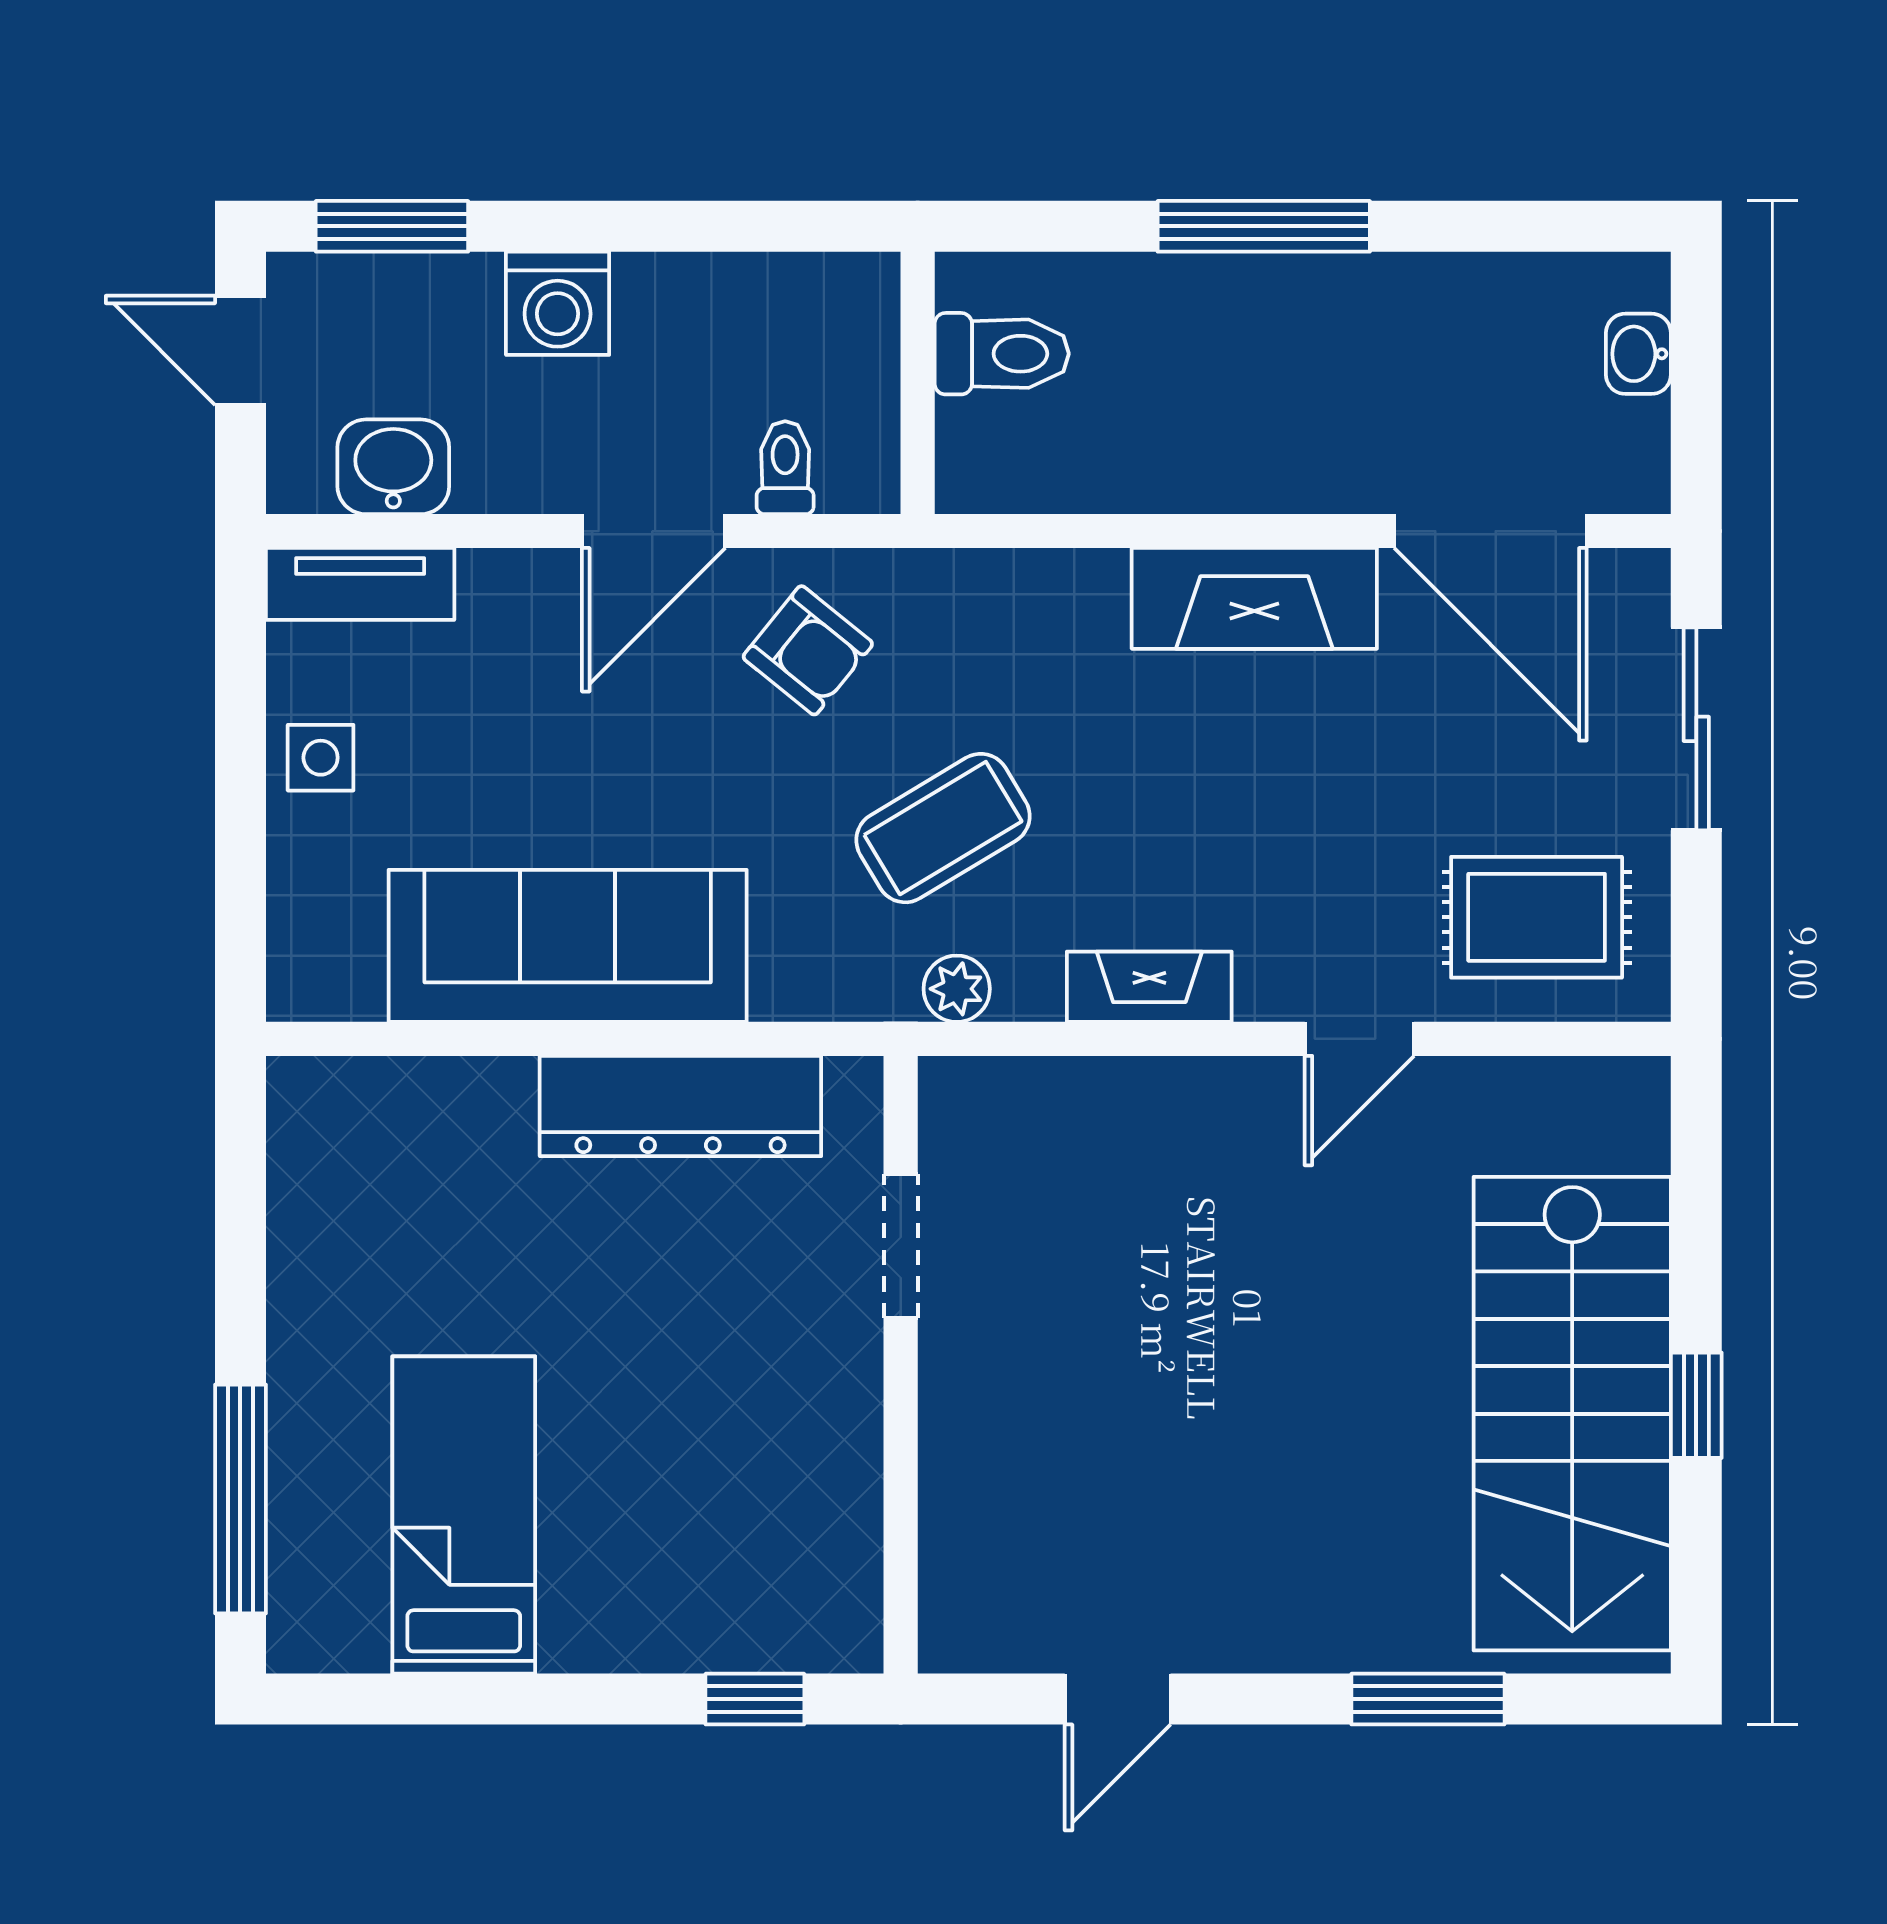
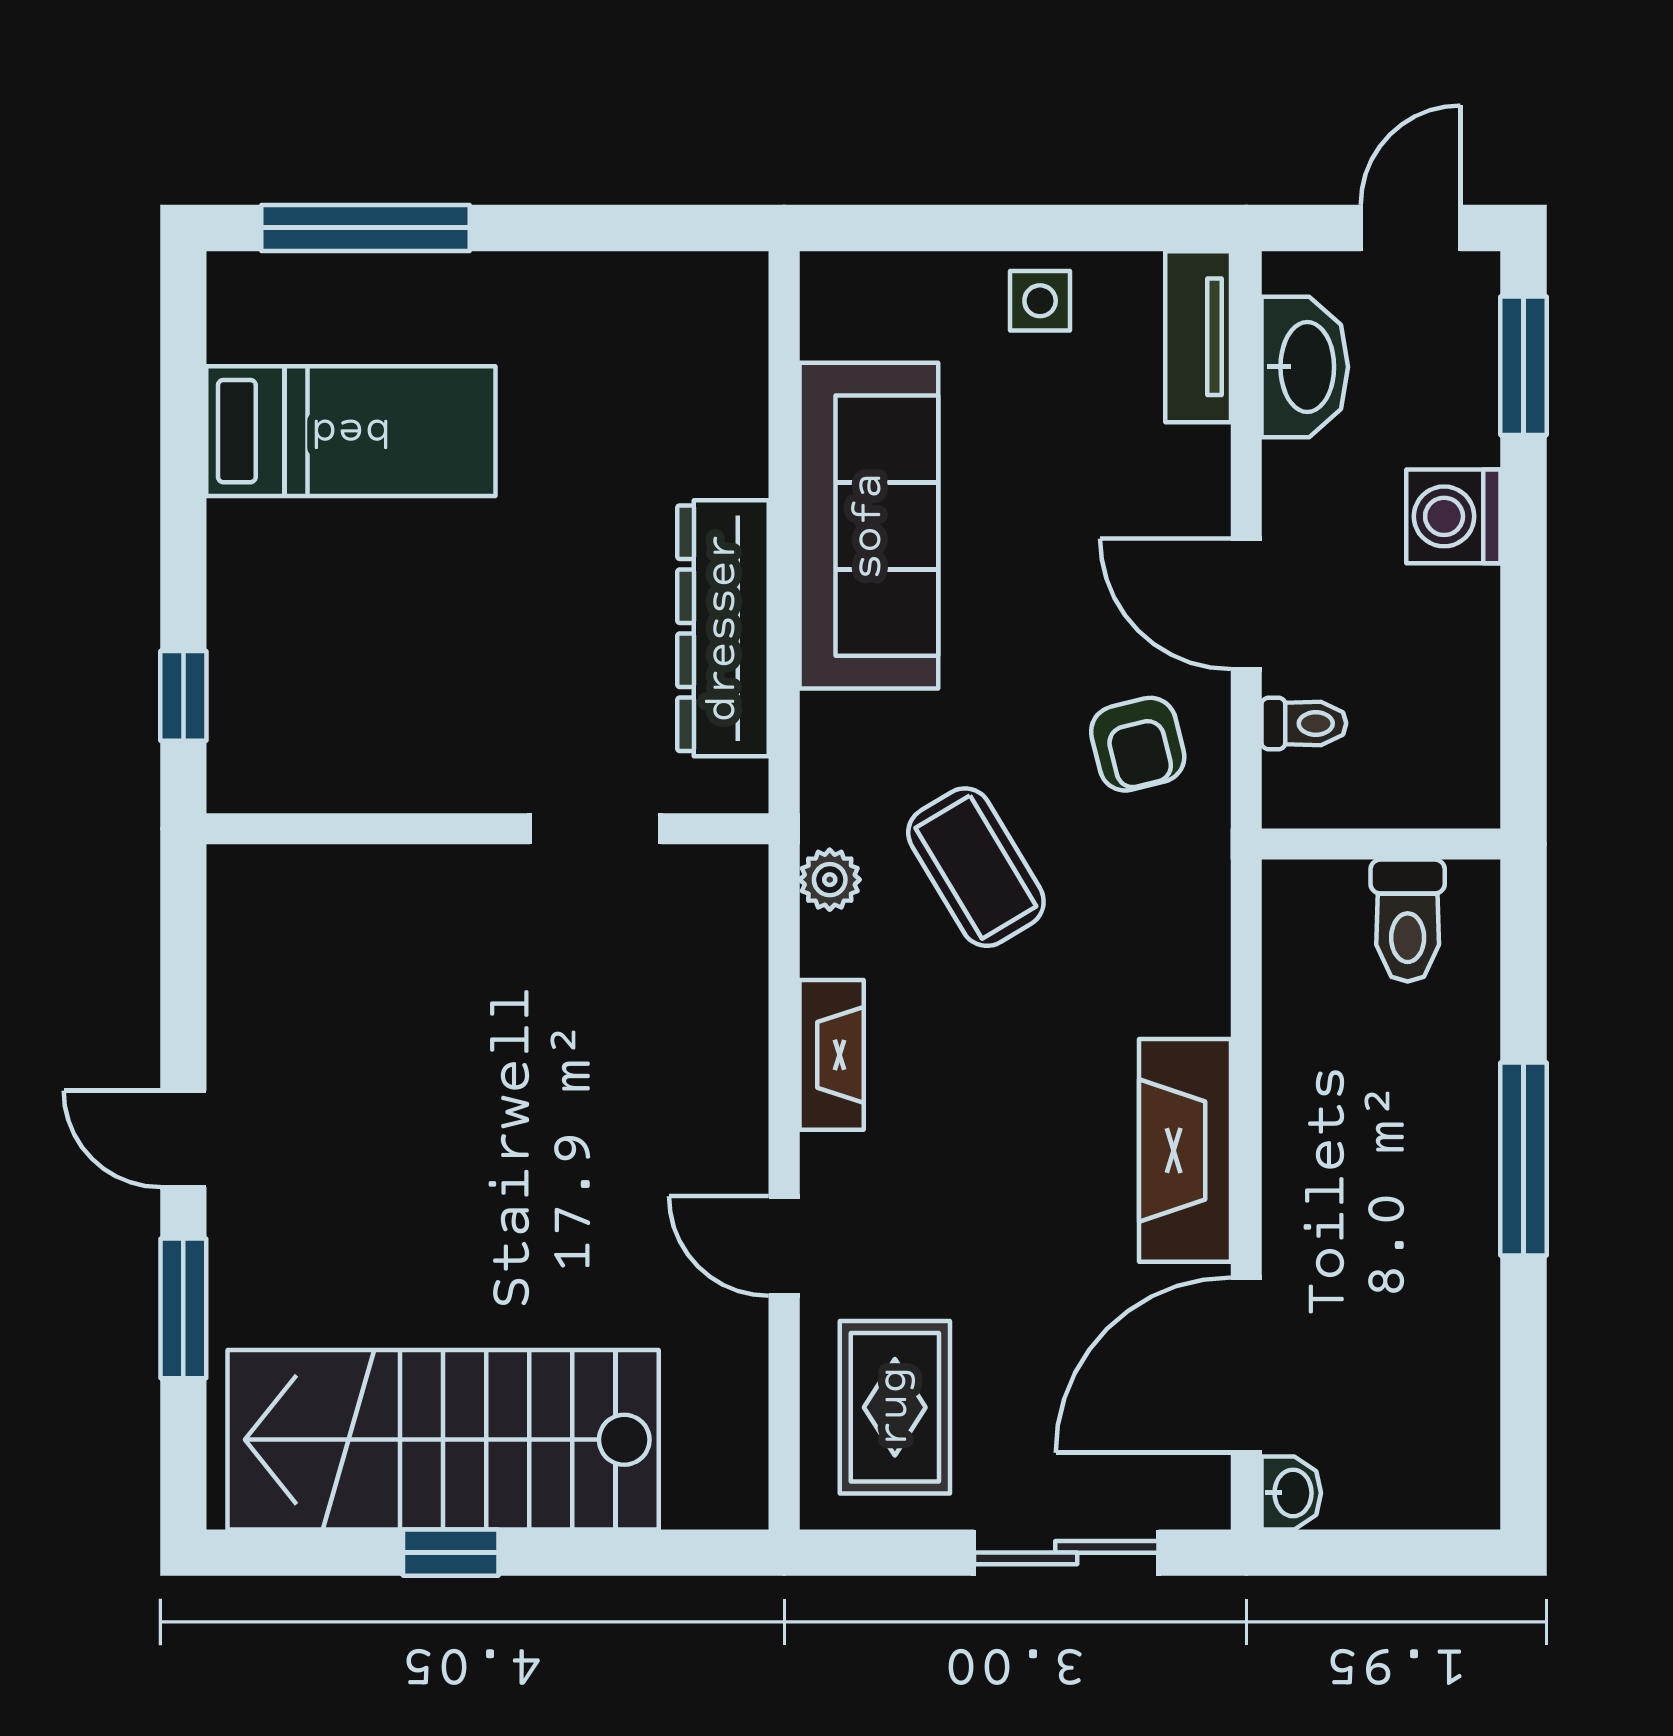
washbasin: (1638, 354) -> (1291, 1493), moved, turned 90
washbasin: (393, 467) -> (1305, 367), width x1.38
armchair: (808, 650) -> (1138, 744), turned -53
door: (1118, 1699) -> (183, 1139), moved

